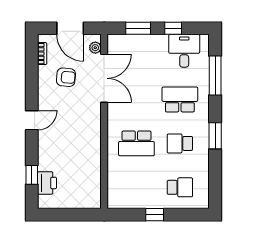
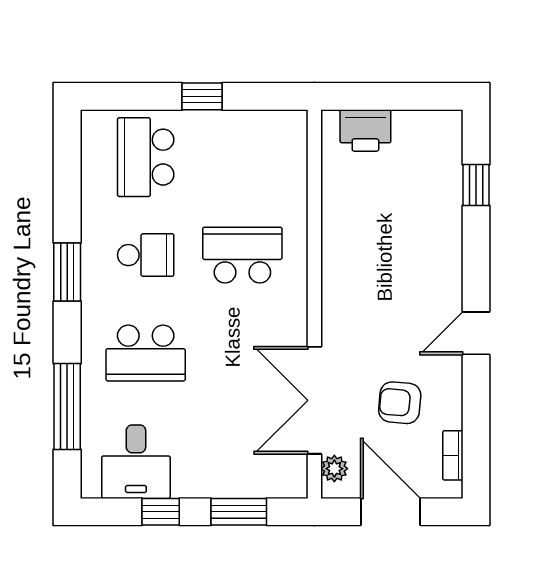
door: (32, 120) -> (476, 333), moved
printer: (47, 183) -> (365, 130), moved, turned -90
school desk: (180, 187) -> (146, 157), width x1.85

